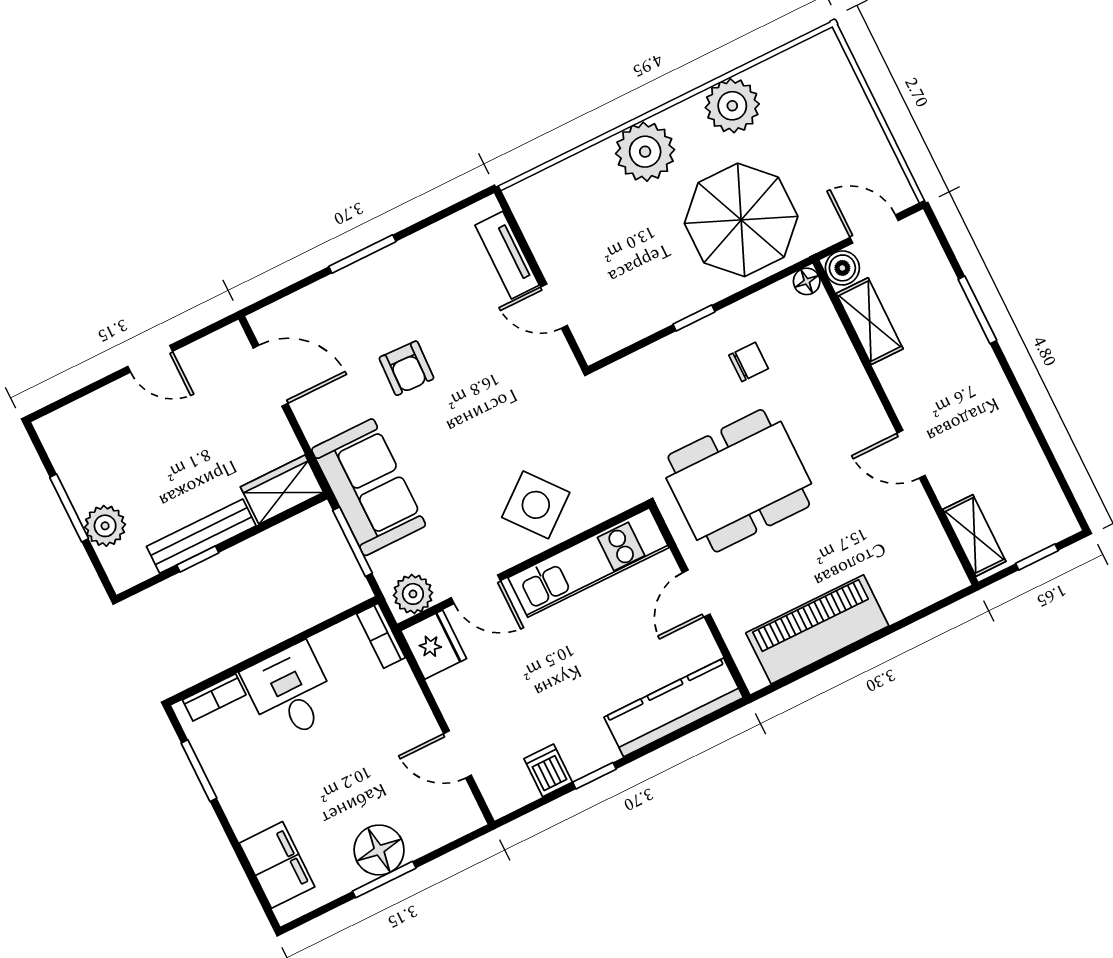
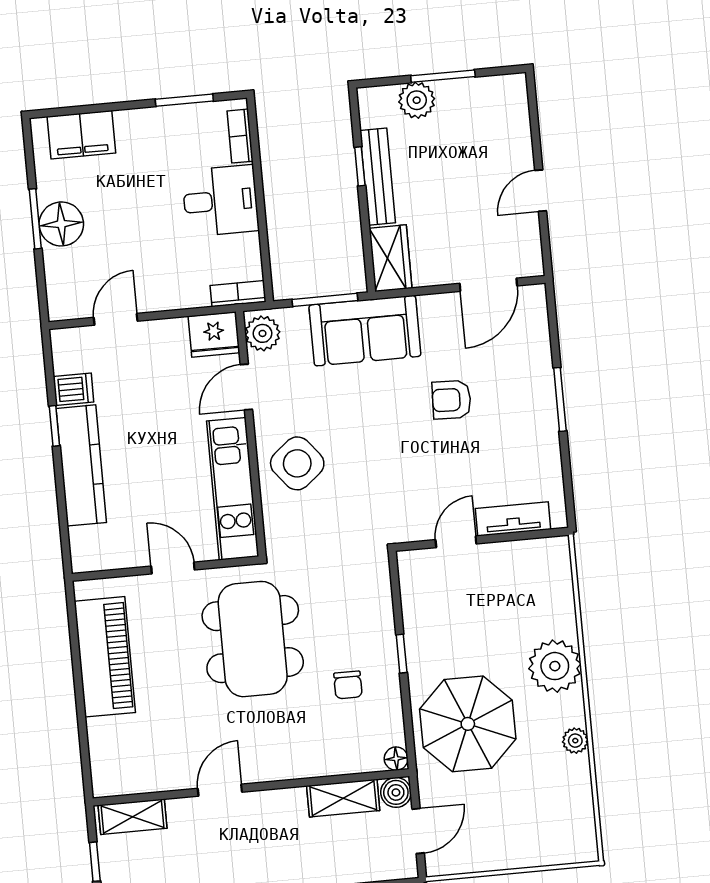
plant: (732, 106) -> (575, 741), width x0.53, depth x0.53
kitchen counter: (674, 707) -> (81, 465), moved

